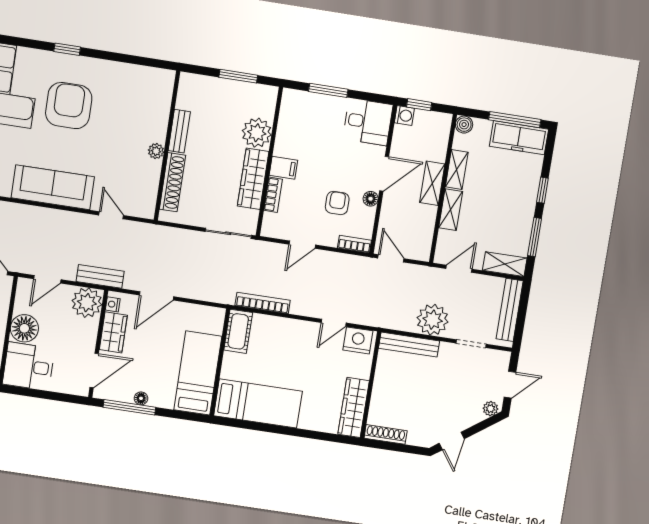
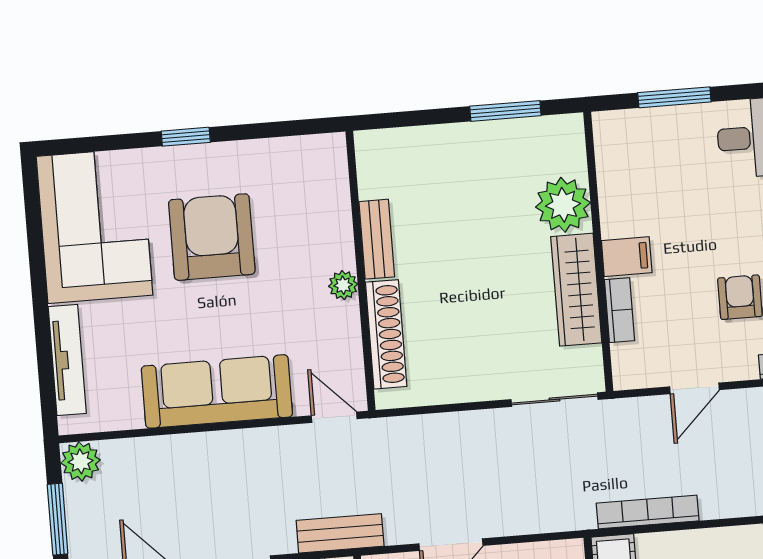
bench: (179, 131) -> (377, 239), moved
wall: (167, 146) -> (361, 271), moved
plant: (156, 151) -> (343, 285), moved
shoe rack: (172, 182) -> (386, 334), moved

